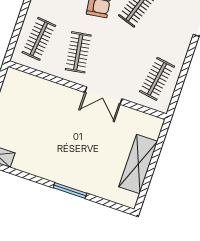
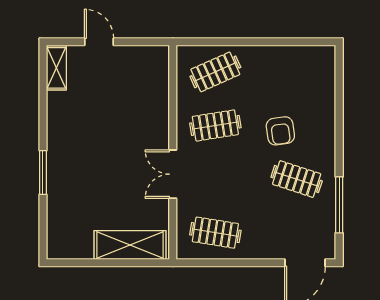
clothes rail: (39, 39) -> (215, 72), turned -30
shelving: (138, 164) -> (130, 245), moved

